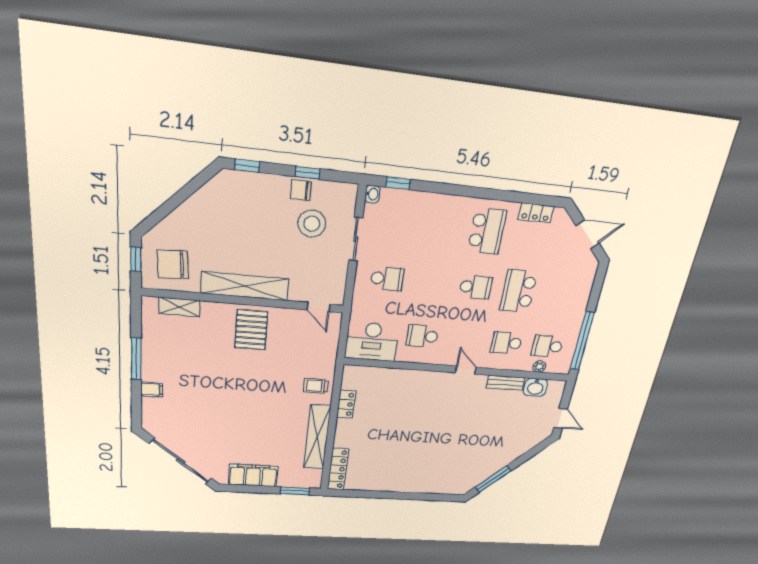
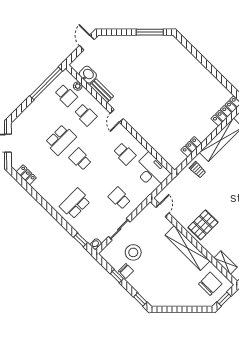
school desk: (487, 231) -> (75, 204), moved
chair: (173, 264) -> (210, 284), turned -86

